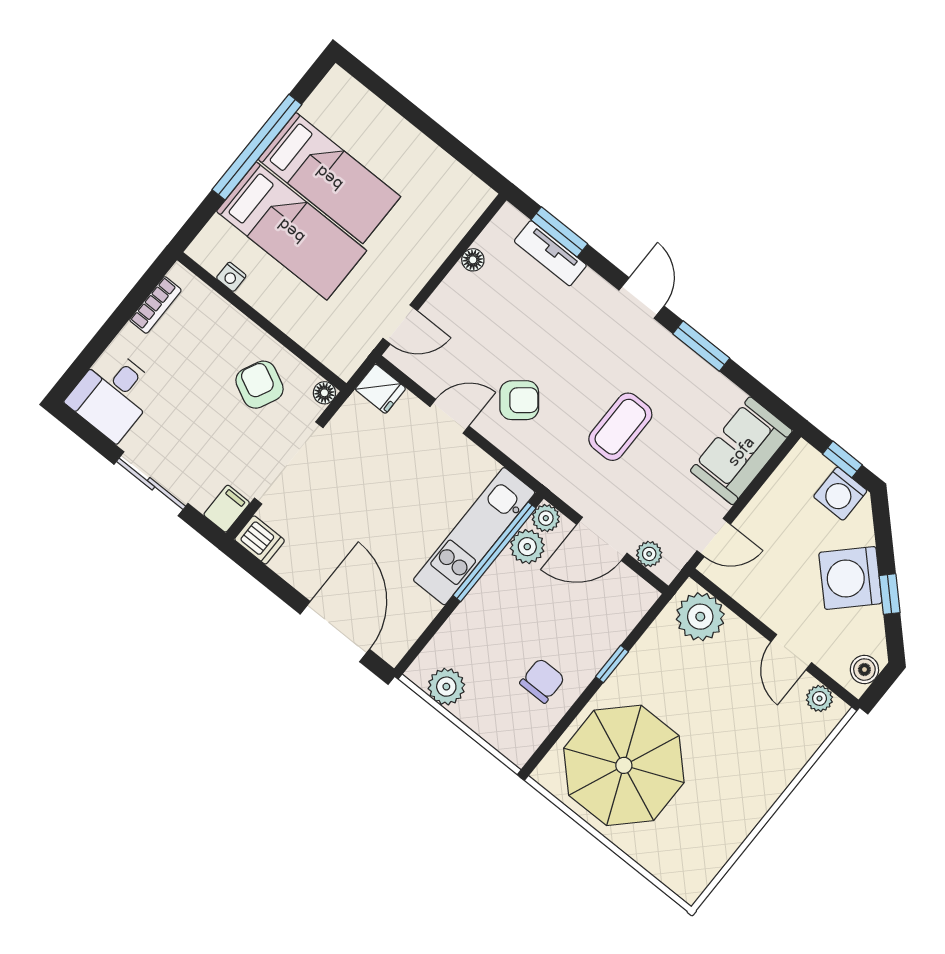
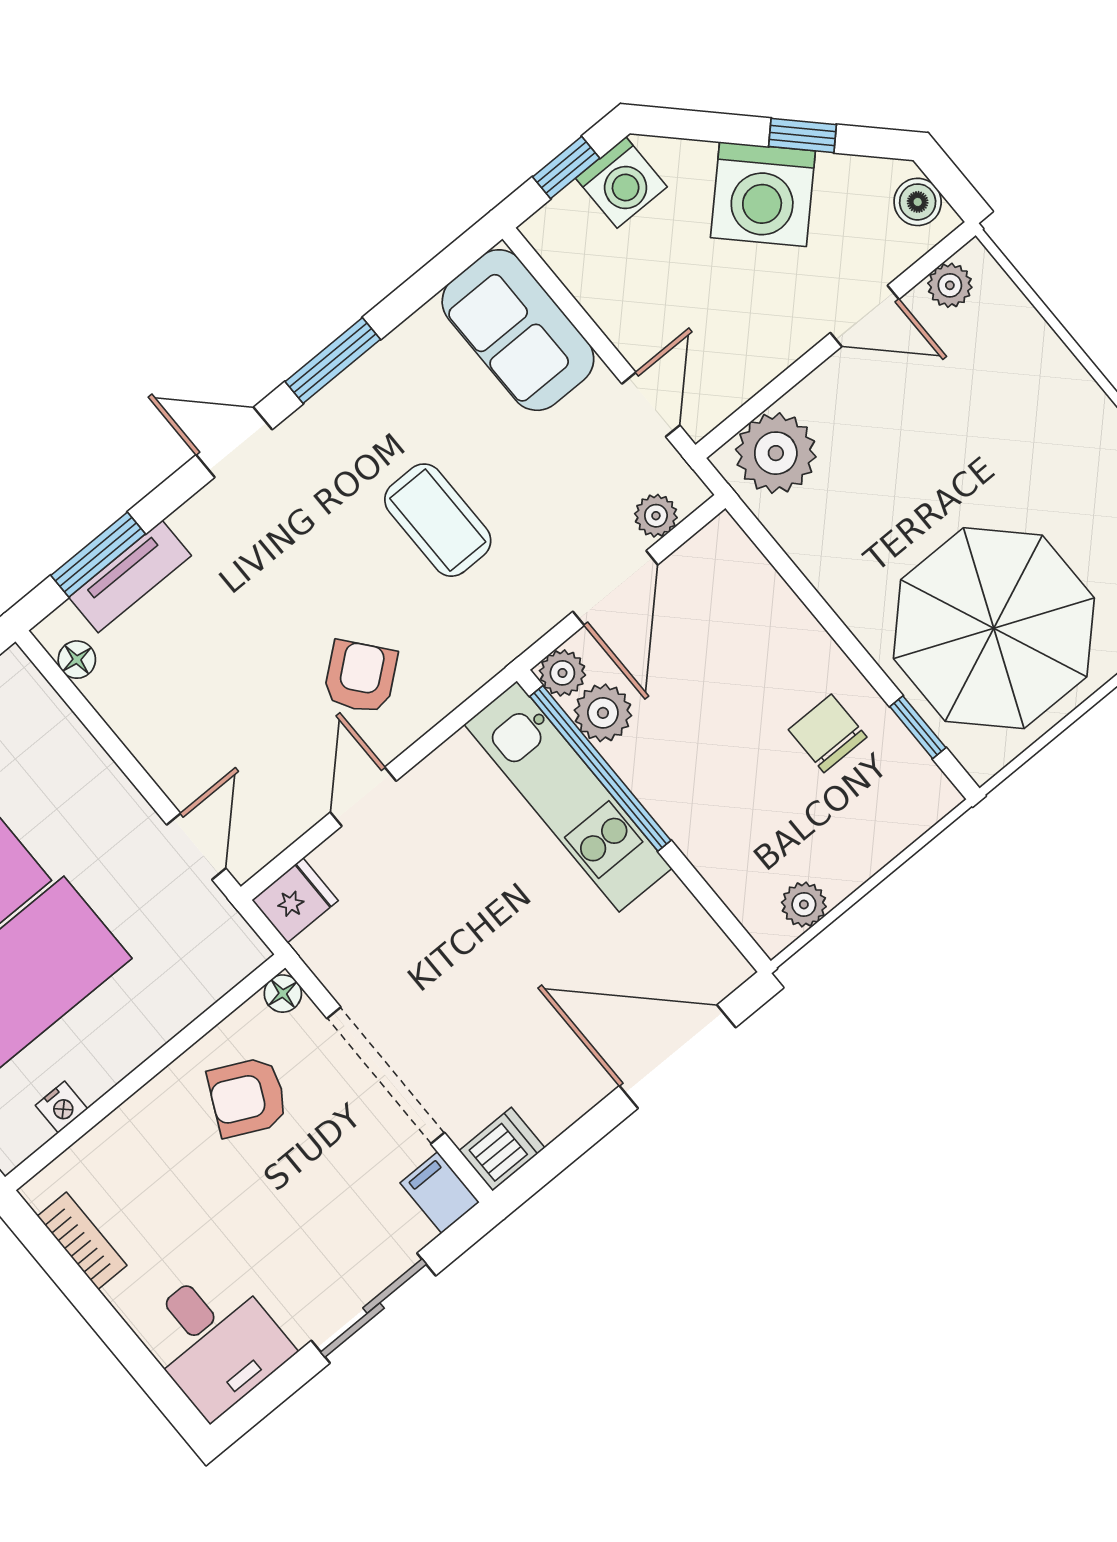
floor lamp: (473, 260) -> (77, 660), moved
window: (612, 664) -> (918, 727), moved
plant: (446, 687) -> (804, 904), width x0.73, depth x0.73

